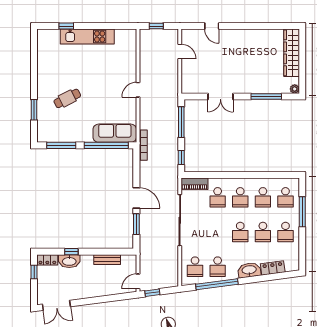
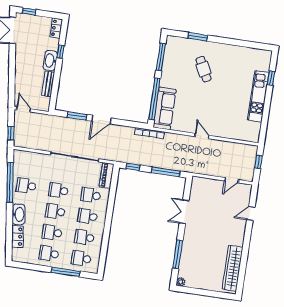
wardrobe: (292, 53) -> (233, 268), moved, turned -90
washbasin: (69, 261) -> (50, 61), moved
school desk: (195, 267) -> (58, 190), moved
window: (34, 272) -> (29, 11), moved
window: (152, 293) -> (11, 133), moved

